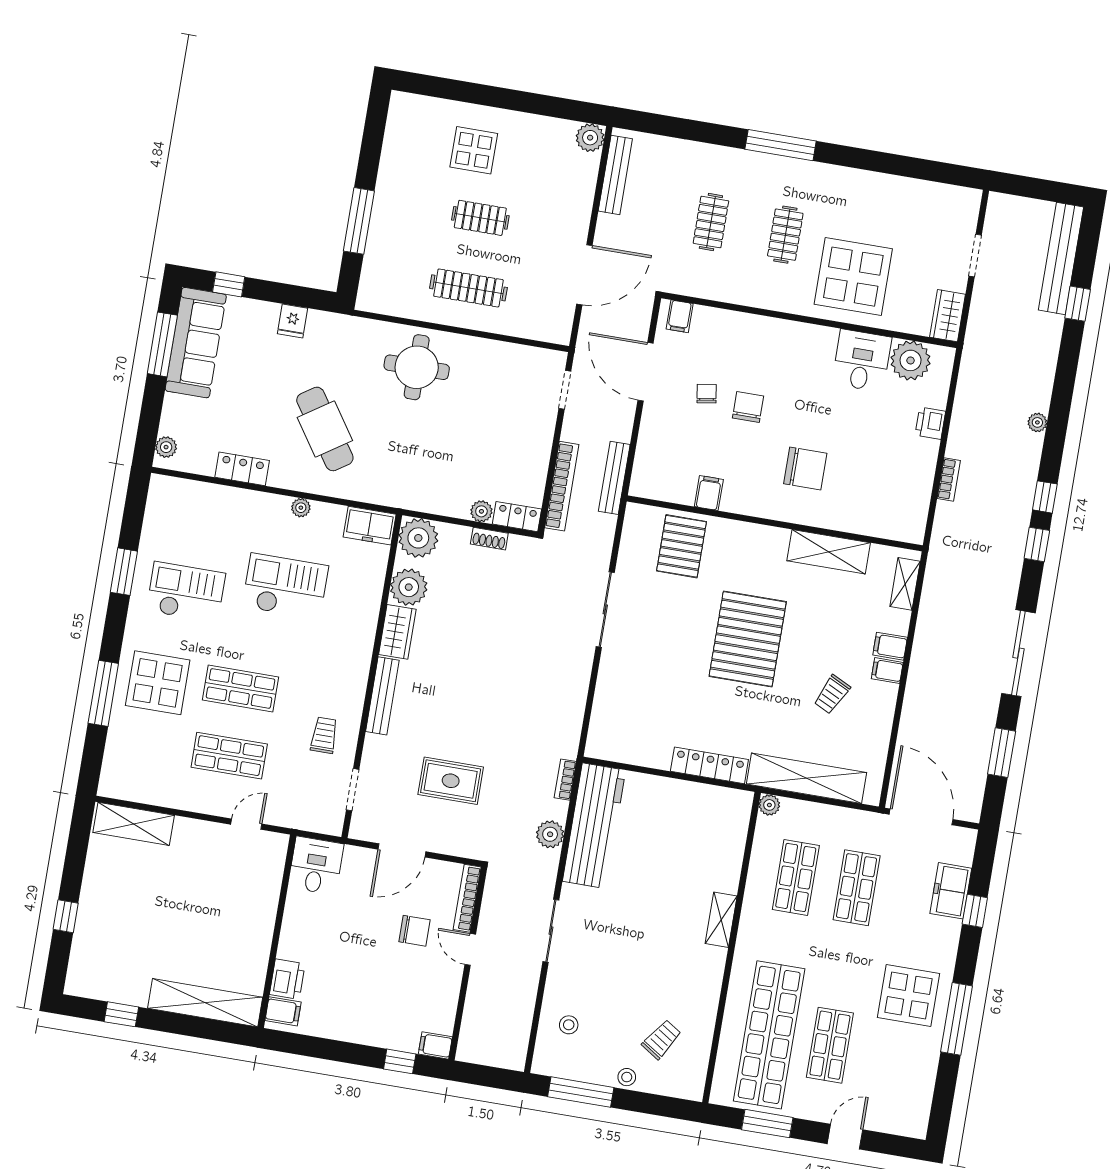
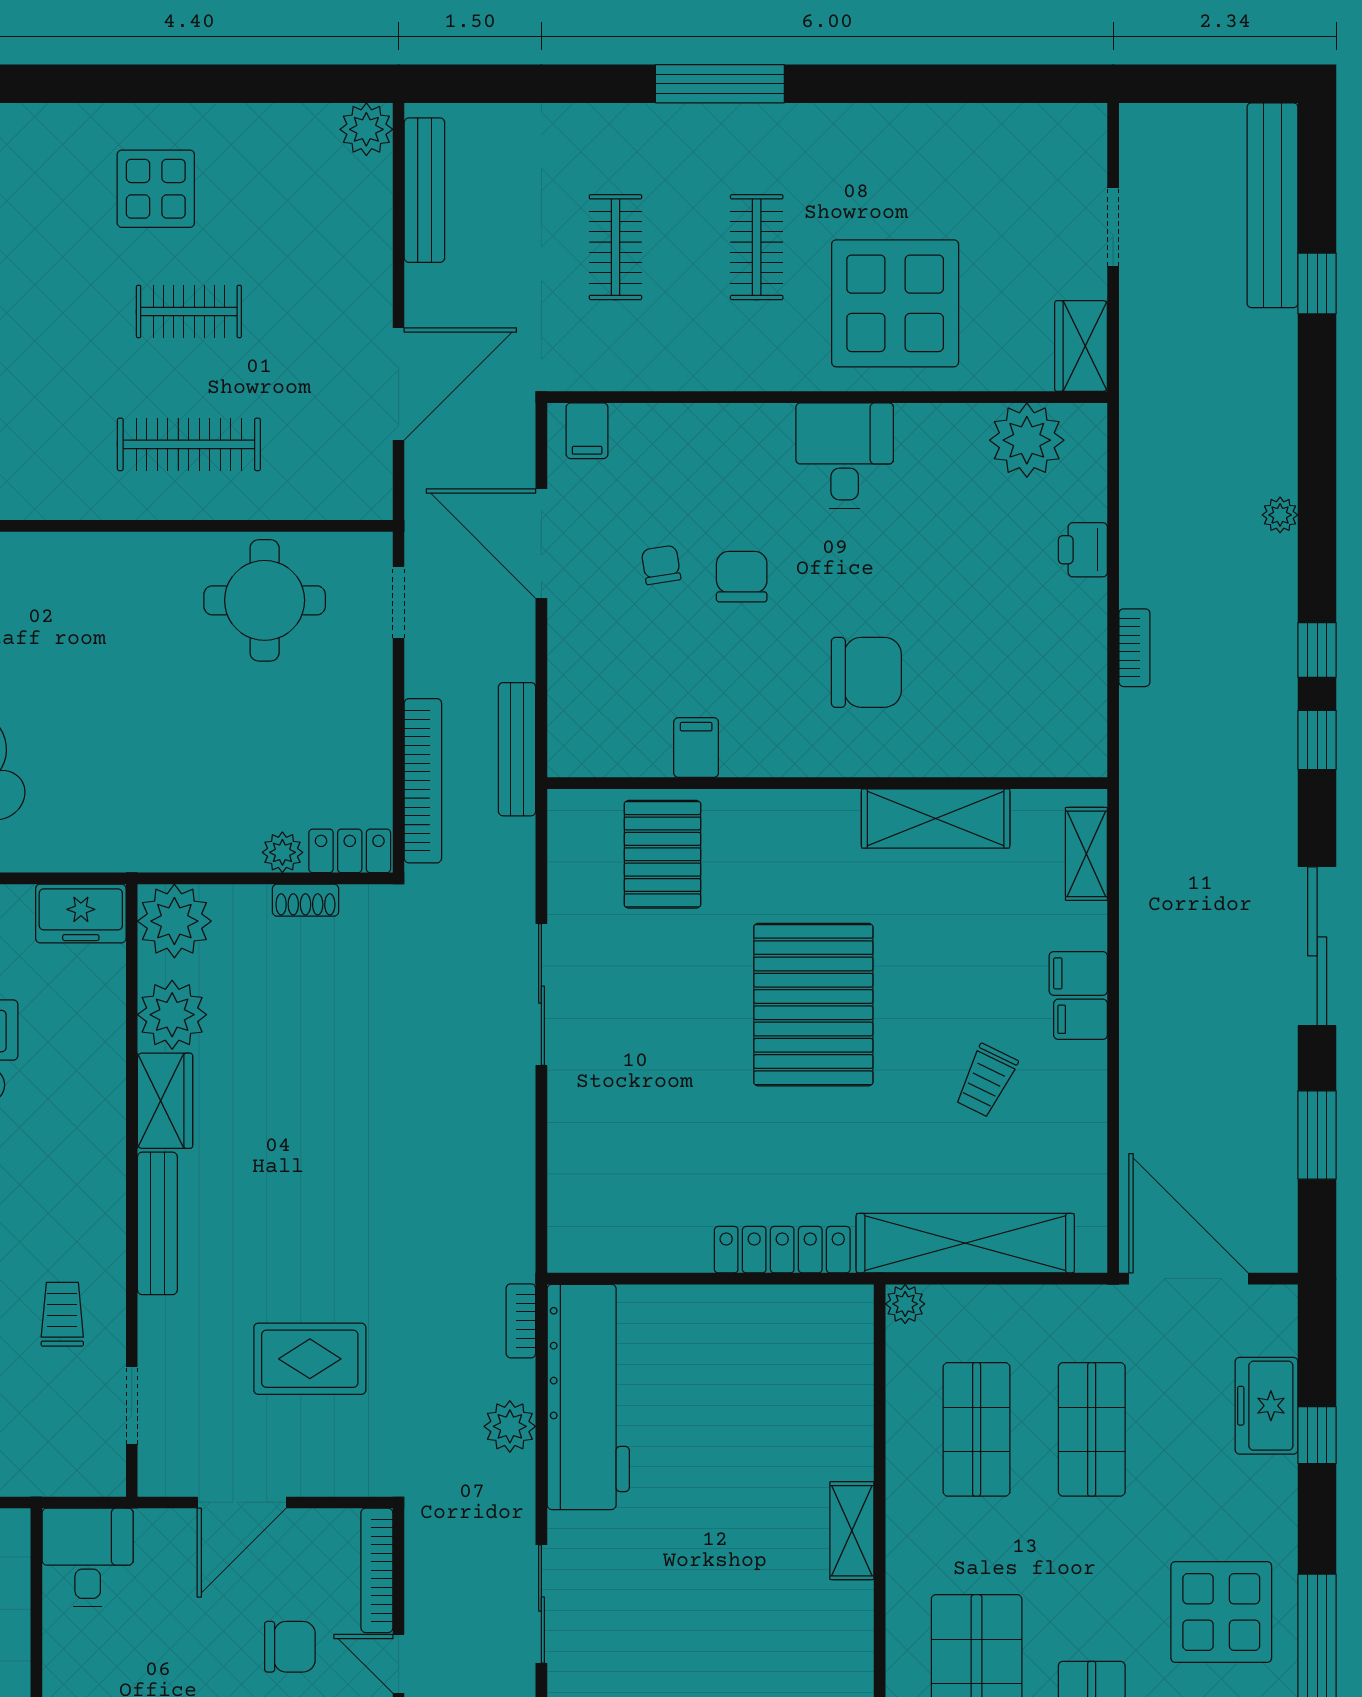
desk: (862, 361) -> (845, 456), moved
round table: (417, 367) -> (265, 600), moved

